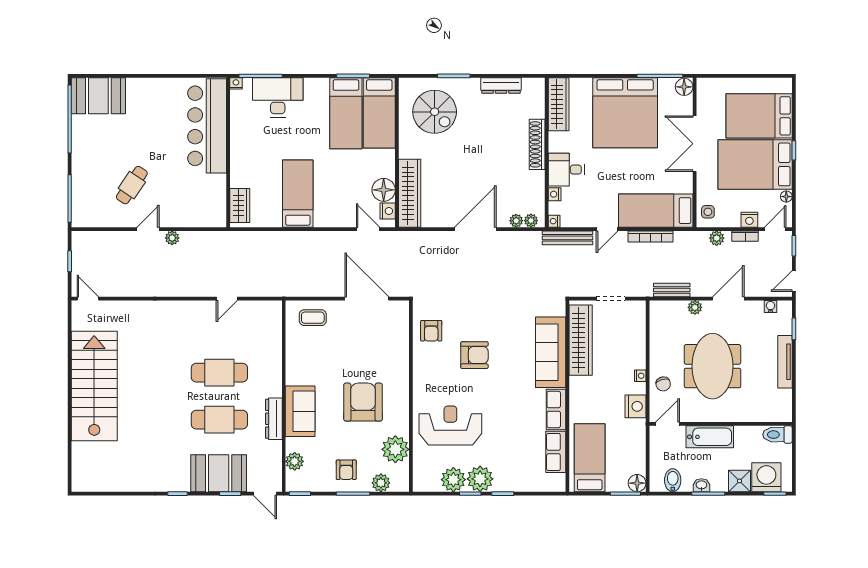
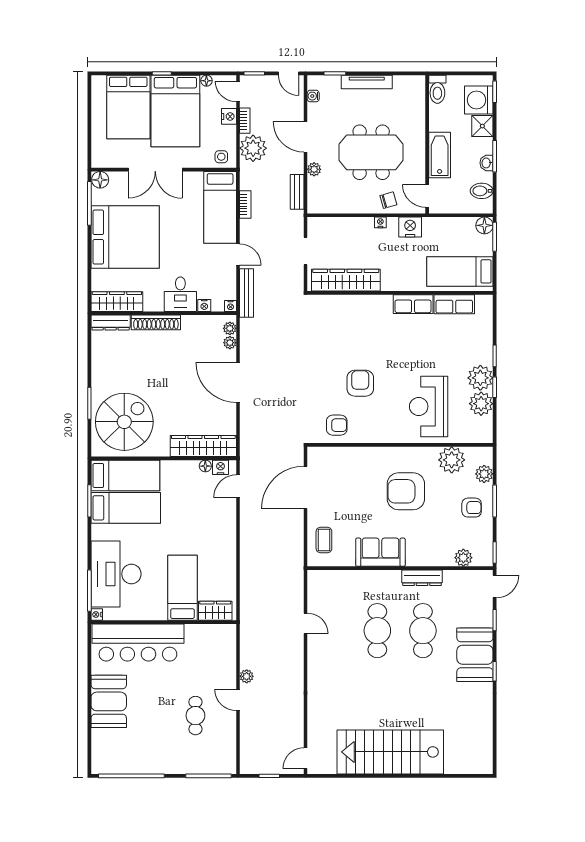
dresser: (501, 85) -> (111, 323), moved, turned 90
booth: (98, 96) -> (109, 701), moved
desk: (278, 97) -> (116, 574), width x1.36, depth x1.30
spiral stairs: (435, 112) -> (124, 422), width x1.37, depth x1.37
cafe table: (132, 185) -> (195, 716), turned 56
floor lamp: (384, 190) -> (205, 466), width x0.53, depth x0.53
bed: (298, 194) -> (182, 588), moved, turned 90
bookcase: (651, 236) -> (245, 205), width x0.64
plant: (717, 238) -> (253, 148), width x1.88, depth x1.88
sofa: (551, 352) -> (358, 309), removed
sofa: (300, 411) -> (380, 552), moved
booth: (219, 473) -> (475, 655), moved

